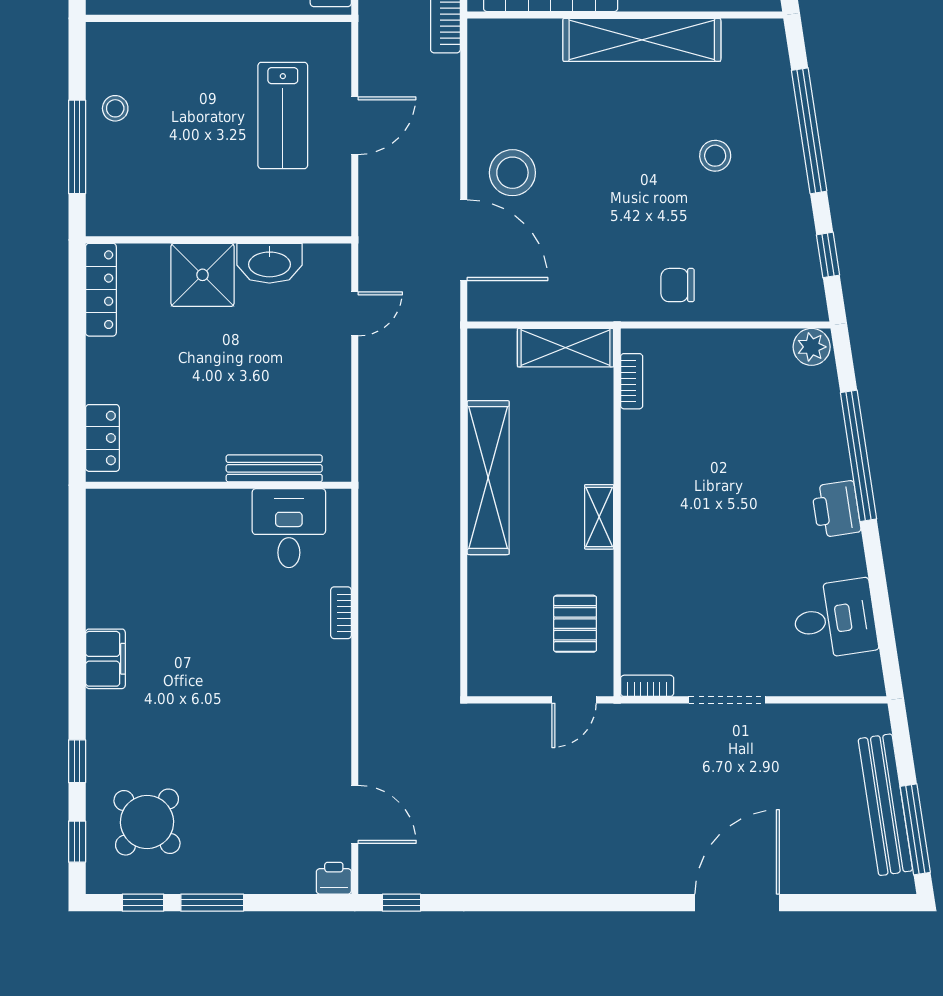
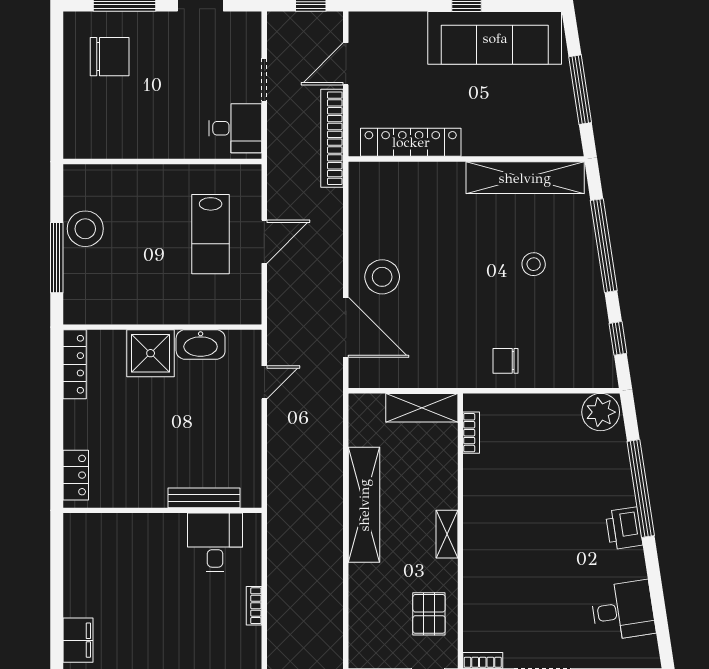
shelving: (642, 40) -> (525, 178), moved
stool: (115, 108) -> (85, 229), width x1.89, depth x1.89
plant: (812, 347) -> (601, 412), width x1.36, depth x1.36

